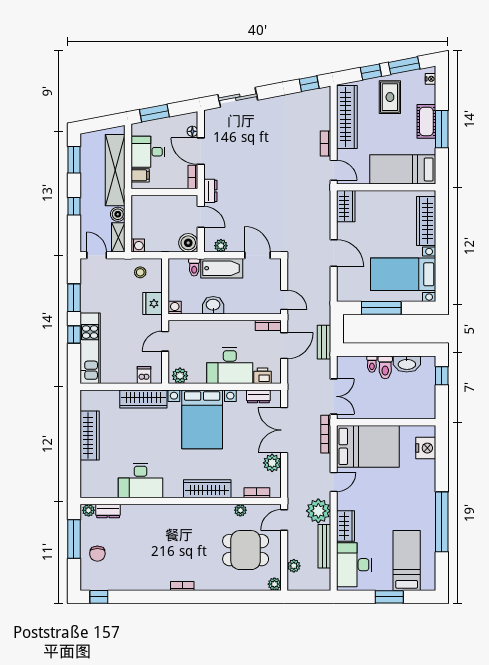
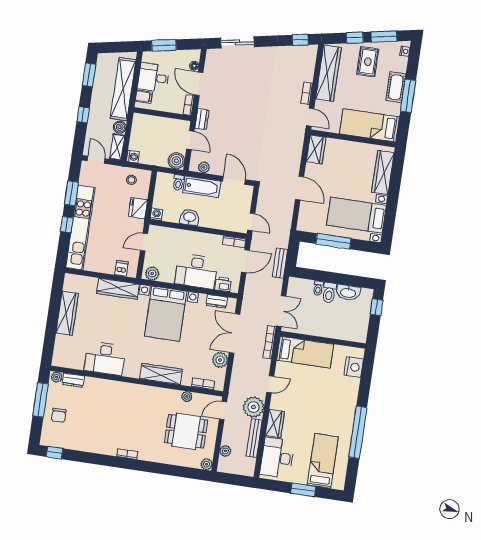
kitchen unit: (90, 348) -> (80, 228), width x1.36
bed: (368, 446) -> (305, 352), width x0.67

